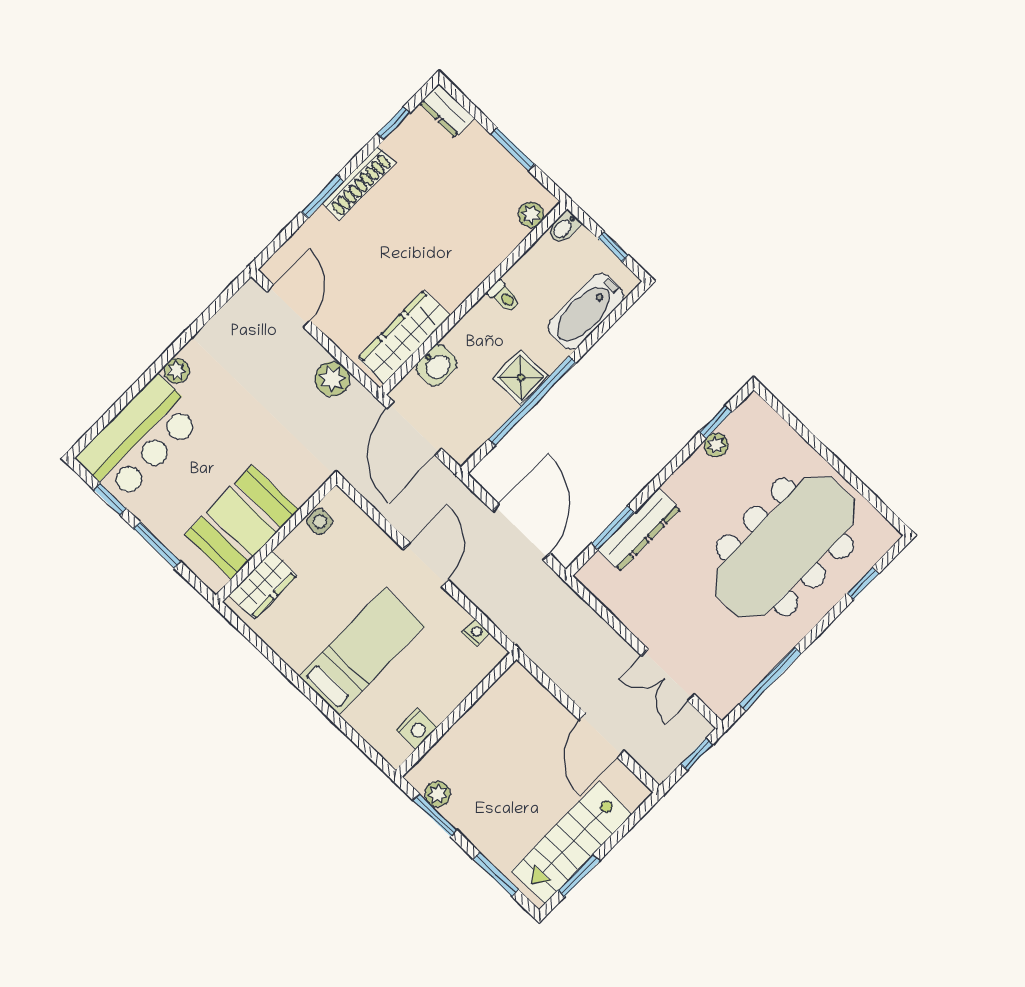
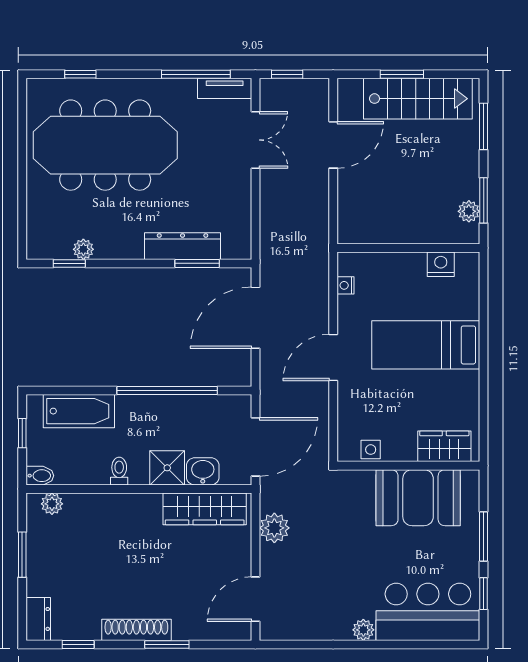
shower: (521, 377) -> (167, 468), moved
tv unit: (735, 691) -> (225, 88), added
window: (579, 876) -> (402, 74), moved

